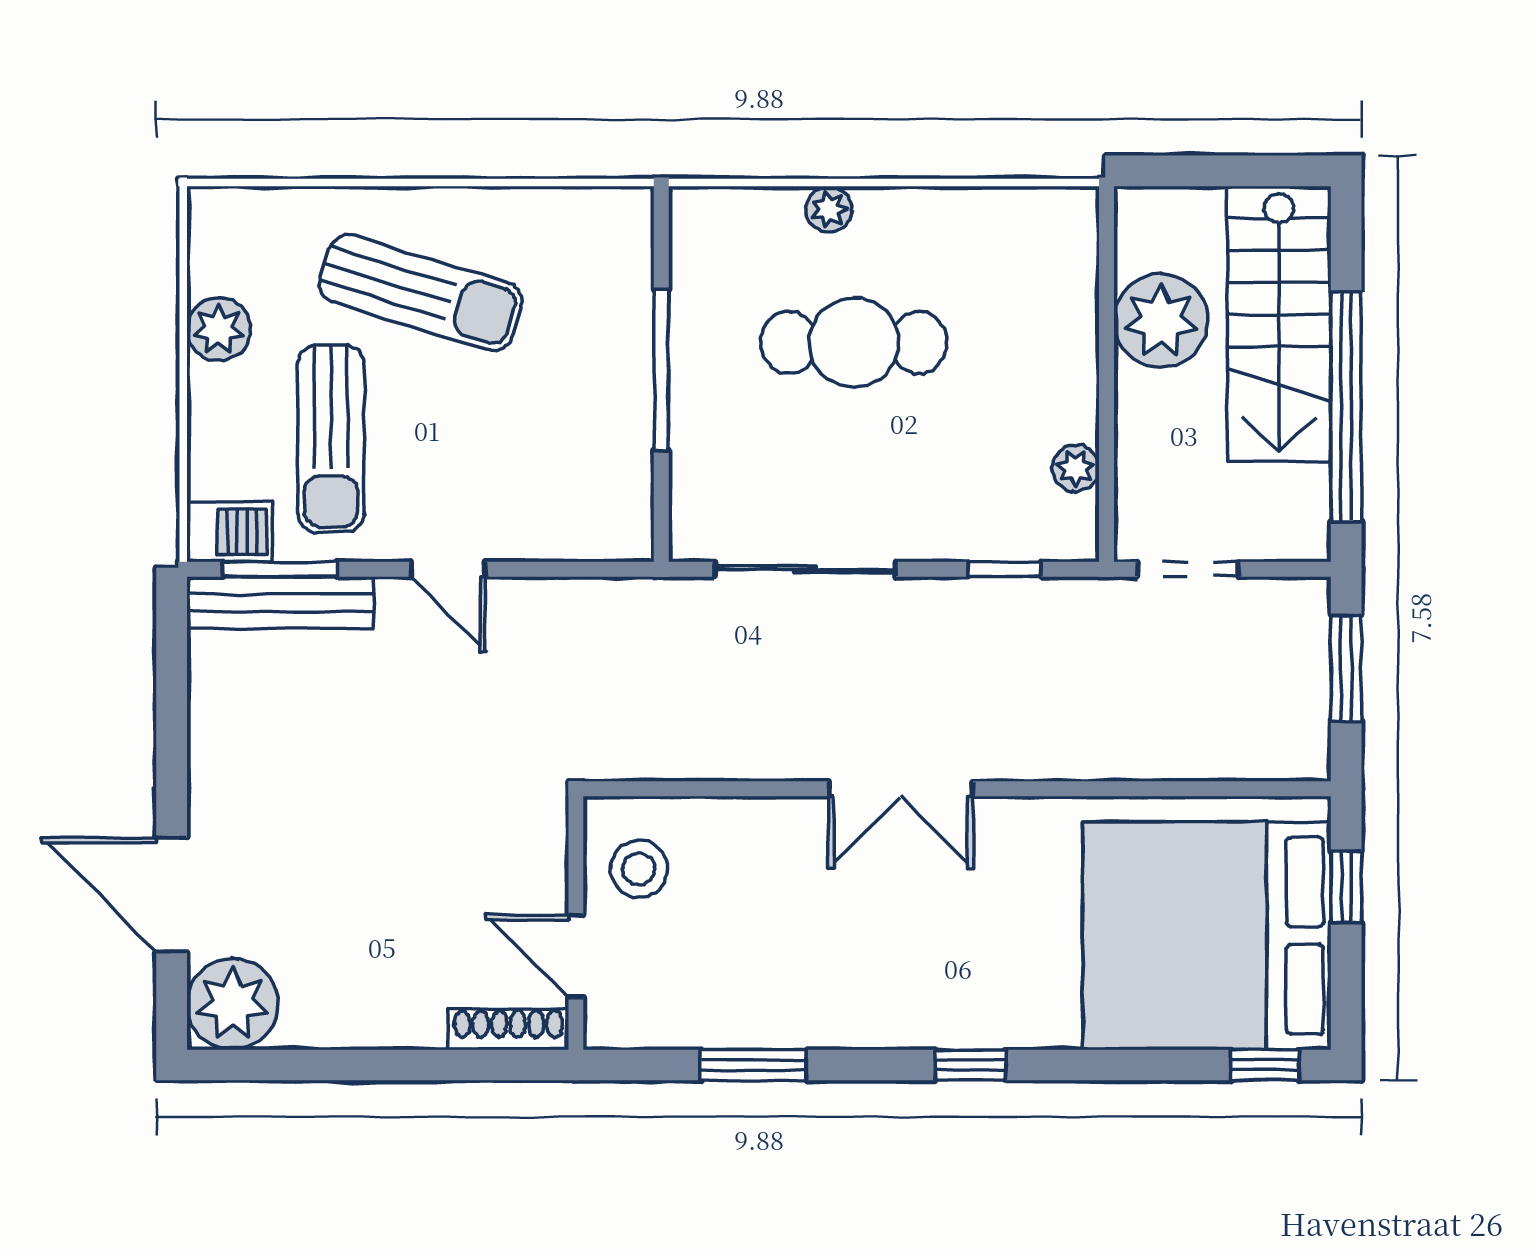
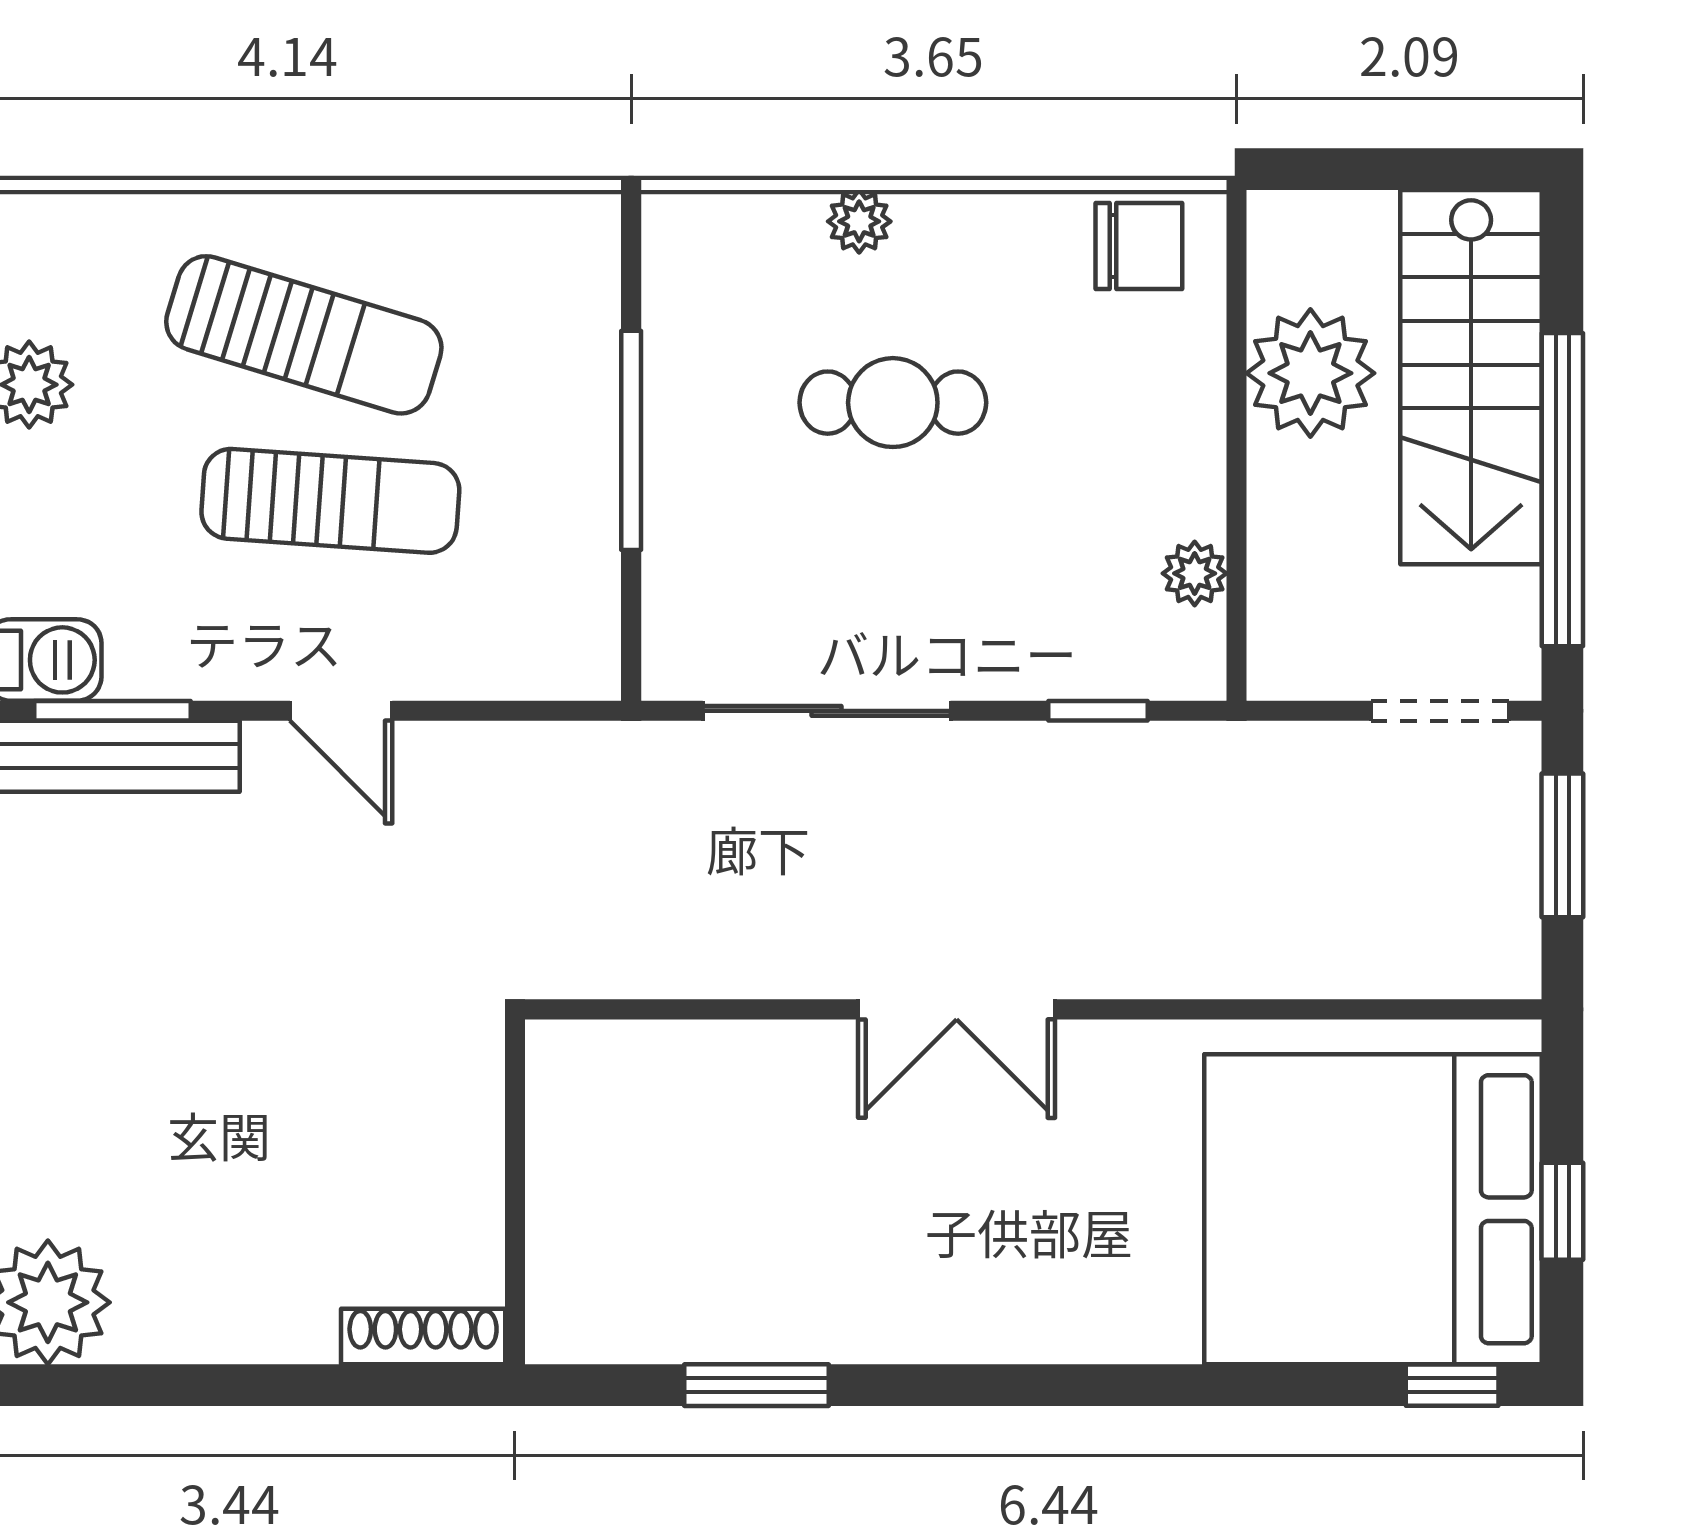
chair: (1035, 227) -> (1139, 246), added
cafe table: (854, 343) -> (893, 403), width x0.73, depth x0.74
sun lounger: (331, 439) -> (330, 501), moved, turned -86
doorway: (1188, 569) -> (1440, 711), moved
stool: (639, 869) -> (601, 1118), removed
window: (1346, 887) -> (1562, 1211), moved
door: (576, 956) -> (515, 1237), removed
window: (971, 1065) -> (1052, 1385), removed

